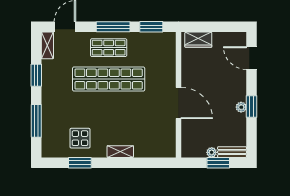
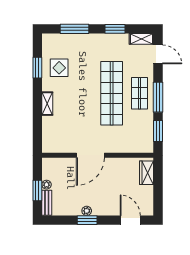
door: (252, 58) -> (130, 220), hinge flipped

